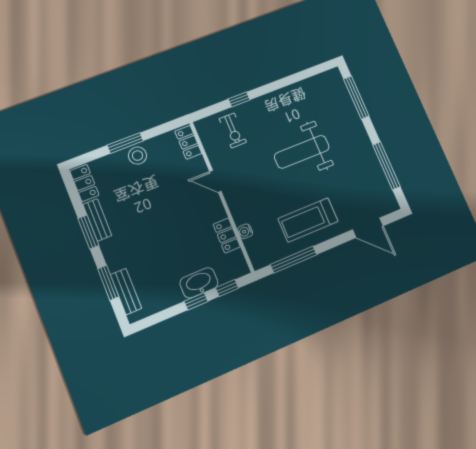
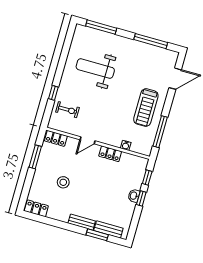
window: (125, 143) -> (35, 157), moved
weight bench: (302, 152) -> (95, 69), moved, turned 90
stool: (137, 156) -> (63, 182), moved
bench: (97, 220) -> (82, 222), moved
window: (88, 232) -> (63, 225), removed
locker: (227, 236) -> (110, 154), moved
washbasin: (199, 283) -> (134, 196), width x0.52, depth x0.69

